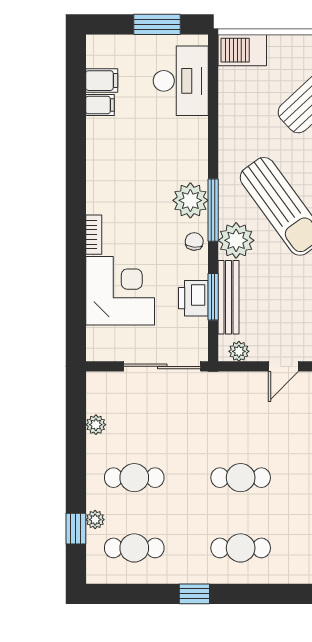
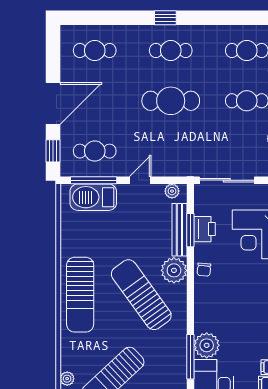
plant: (190, 200) -> (207, 345), moved
window: (213, 210) -> (190, 357), moved
cafe table: (241, 478) -> (171, 101), width x1.37, depth x1.35
window: (194, 594) -> (165, 18), moved

